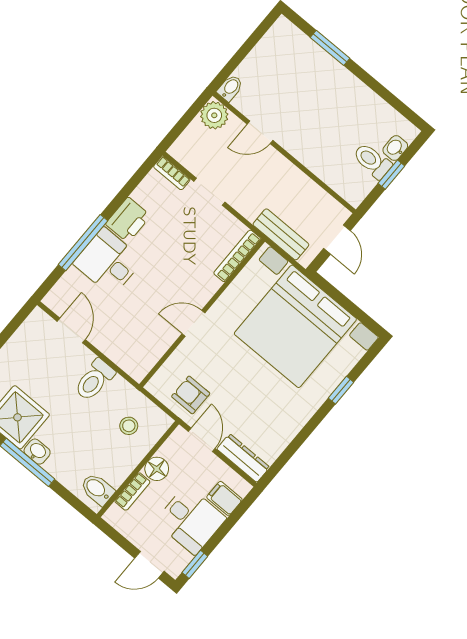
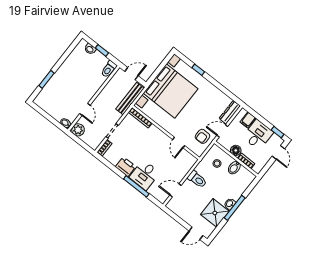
toilet: (372, 161) -> (109, 69), moved
bench: (281, 234) -> (130, 99), width x1.36
door: (193, 323) -> (179, 143), moved
bidet: (97, 489) -> (234, 168), moved

